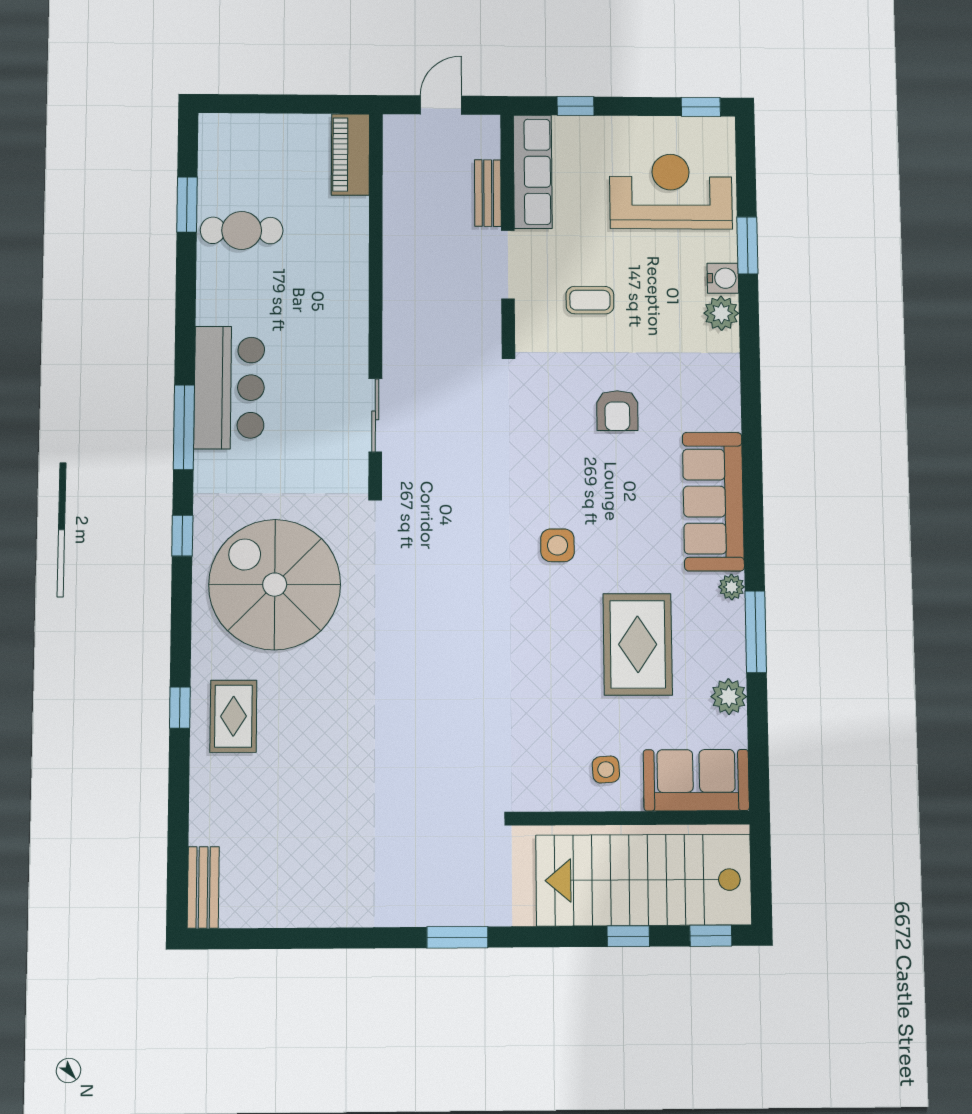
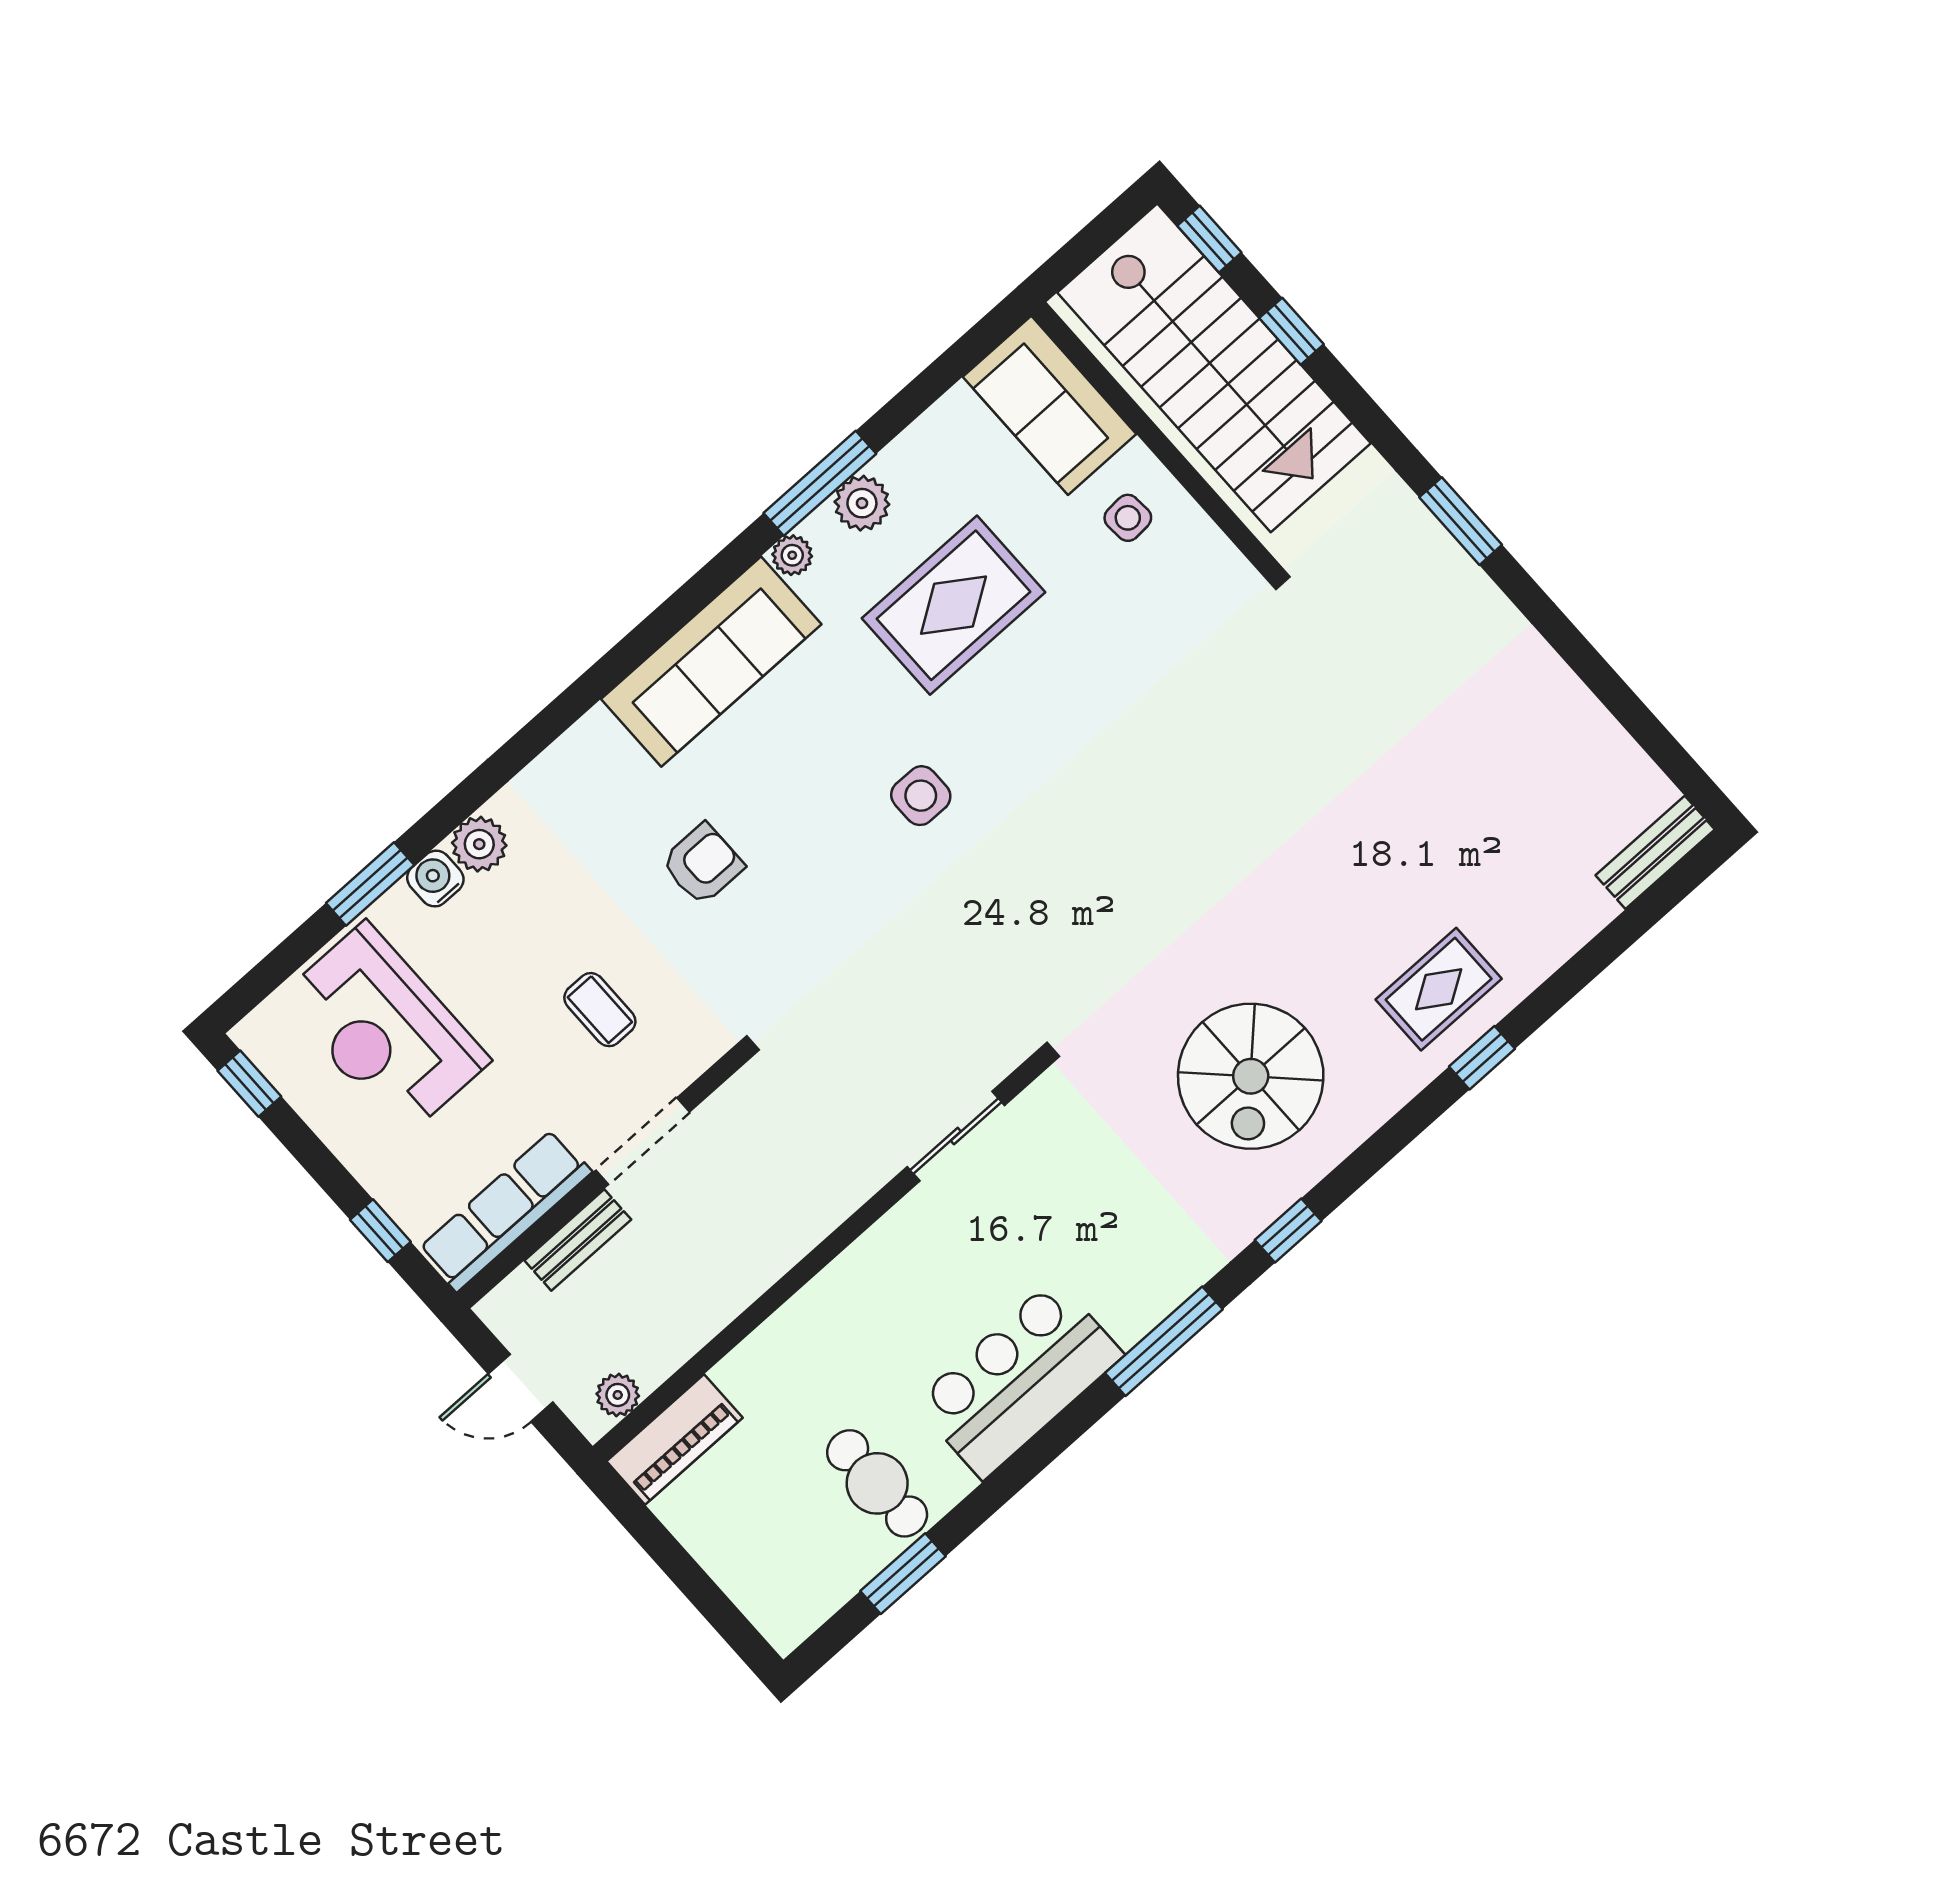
plant: (396, 147) -> (618, 1395), added
bar counter: (229, 388) -> (1019, 1379), moved
spiral stairs: (275, 585) -> (1251, 1076), width x0.73, depth x0.73
plant: (729, 697) -> (862, 503), moved

